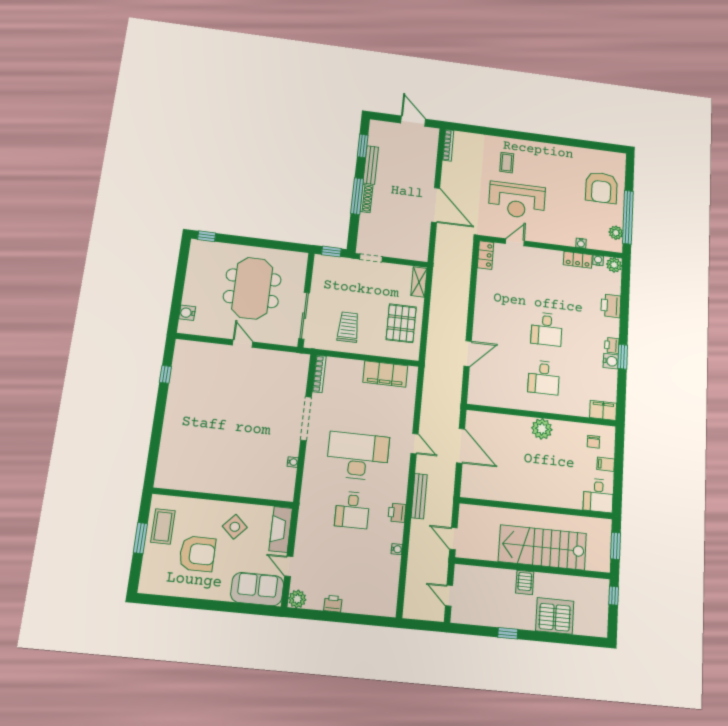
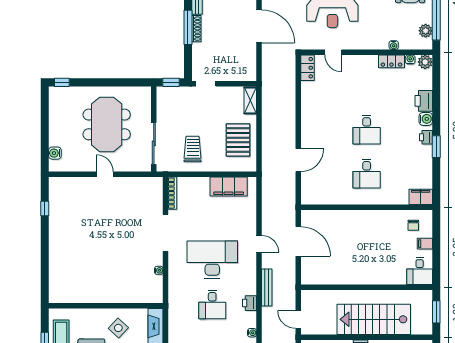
door: (515, 242) -> (333, 52), swing flipped
water cooler: (611, 361) -> (426, 119), moved
plant: (542, 429) -> (367, 219), removed

